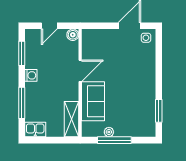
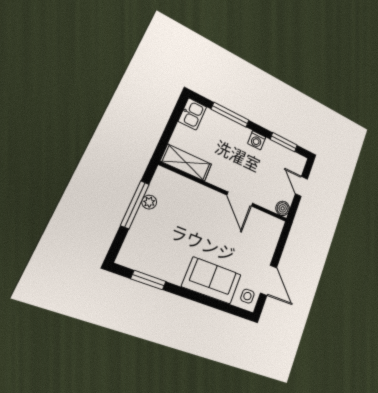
sofa: (93, 101) -> (212, 280), moved, turned 180

